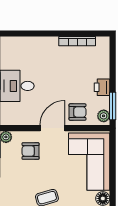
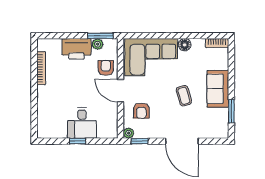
printer: (102, 87) -> (76, 49), width x1.87, depth x1.48
plant: (104, 116) -> (98, 44), moved

